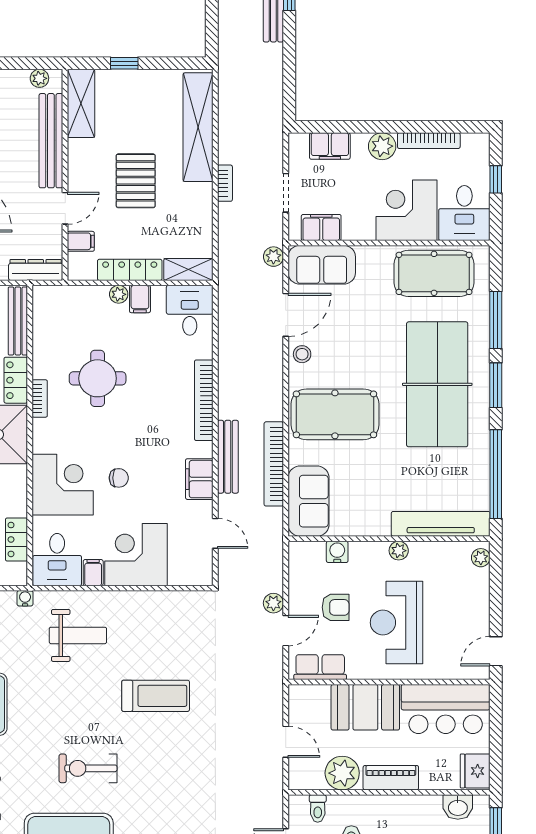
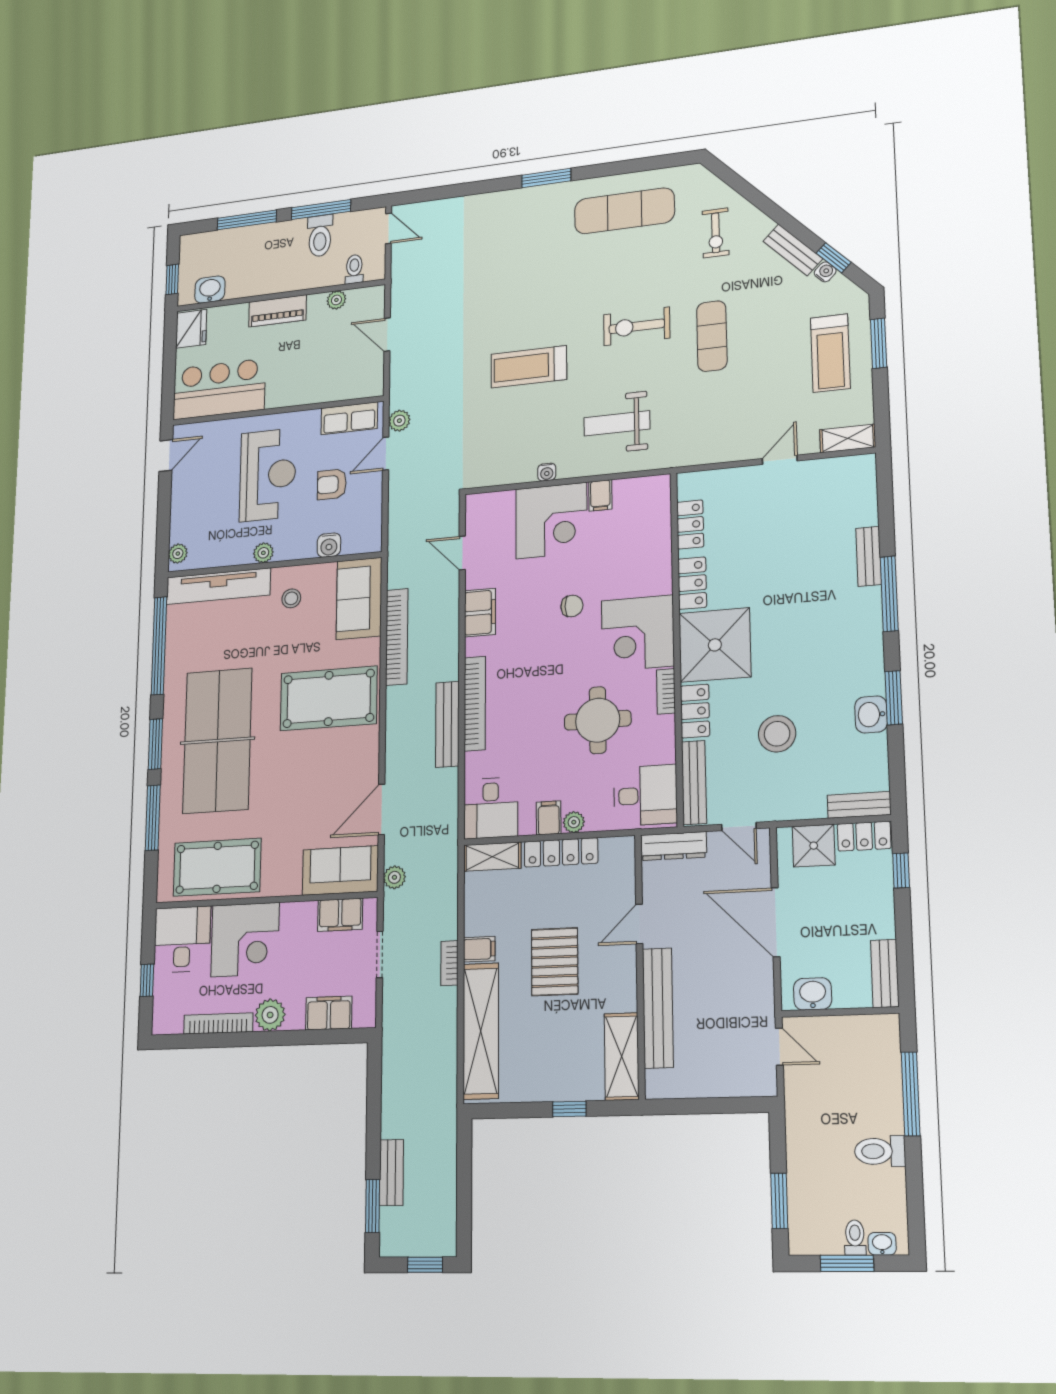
plant: (39, 78) -> (673, 1087), removed
filing cabinet: (81, 241) -> (479, 949), moved, turned 180
stool: (302, 354) -> (291, 598), moved
bench: (228, 457) -> (447, 724), moved
chair: (119, 478) -> (572, 606), turned 180
corner desk: (63, 485) -> (638, 633), moved
locker: (16, 489) -> (692, 583), added
desk: (57, 560) -> (645, 795), moved, turned 90
water cooler: (25, 598) -> (547, 472), moved
plant: (273, 603) -> (399, 421), moved
booth: (365, 707) -> (302, 381), removed
exercise bike: (88, 768) -> (637, 326), moved, turned 180
plant: (342, 773) -> (336, 300), width x0.53, depth x0.53

